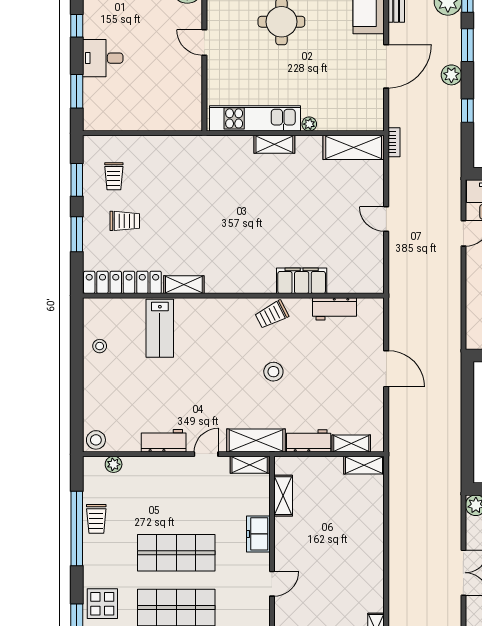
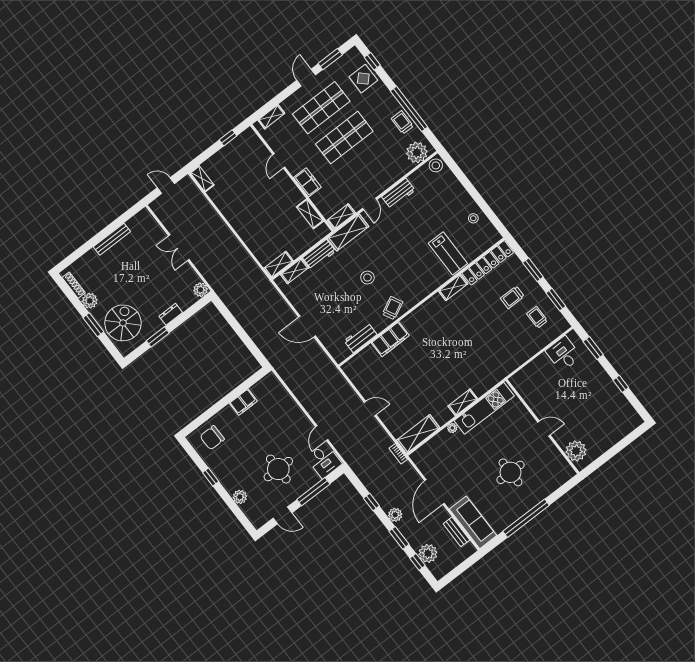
desk: (103, 58) -> (563, 354), moved, turned -90
lab bench: (160, 328) -> (448, 253), turned 180
plant: (114, 464) -> (417, 152), width x1.87, depth x1.87

